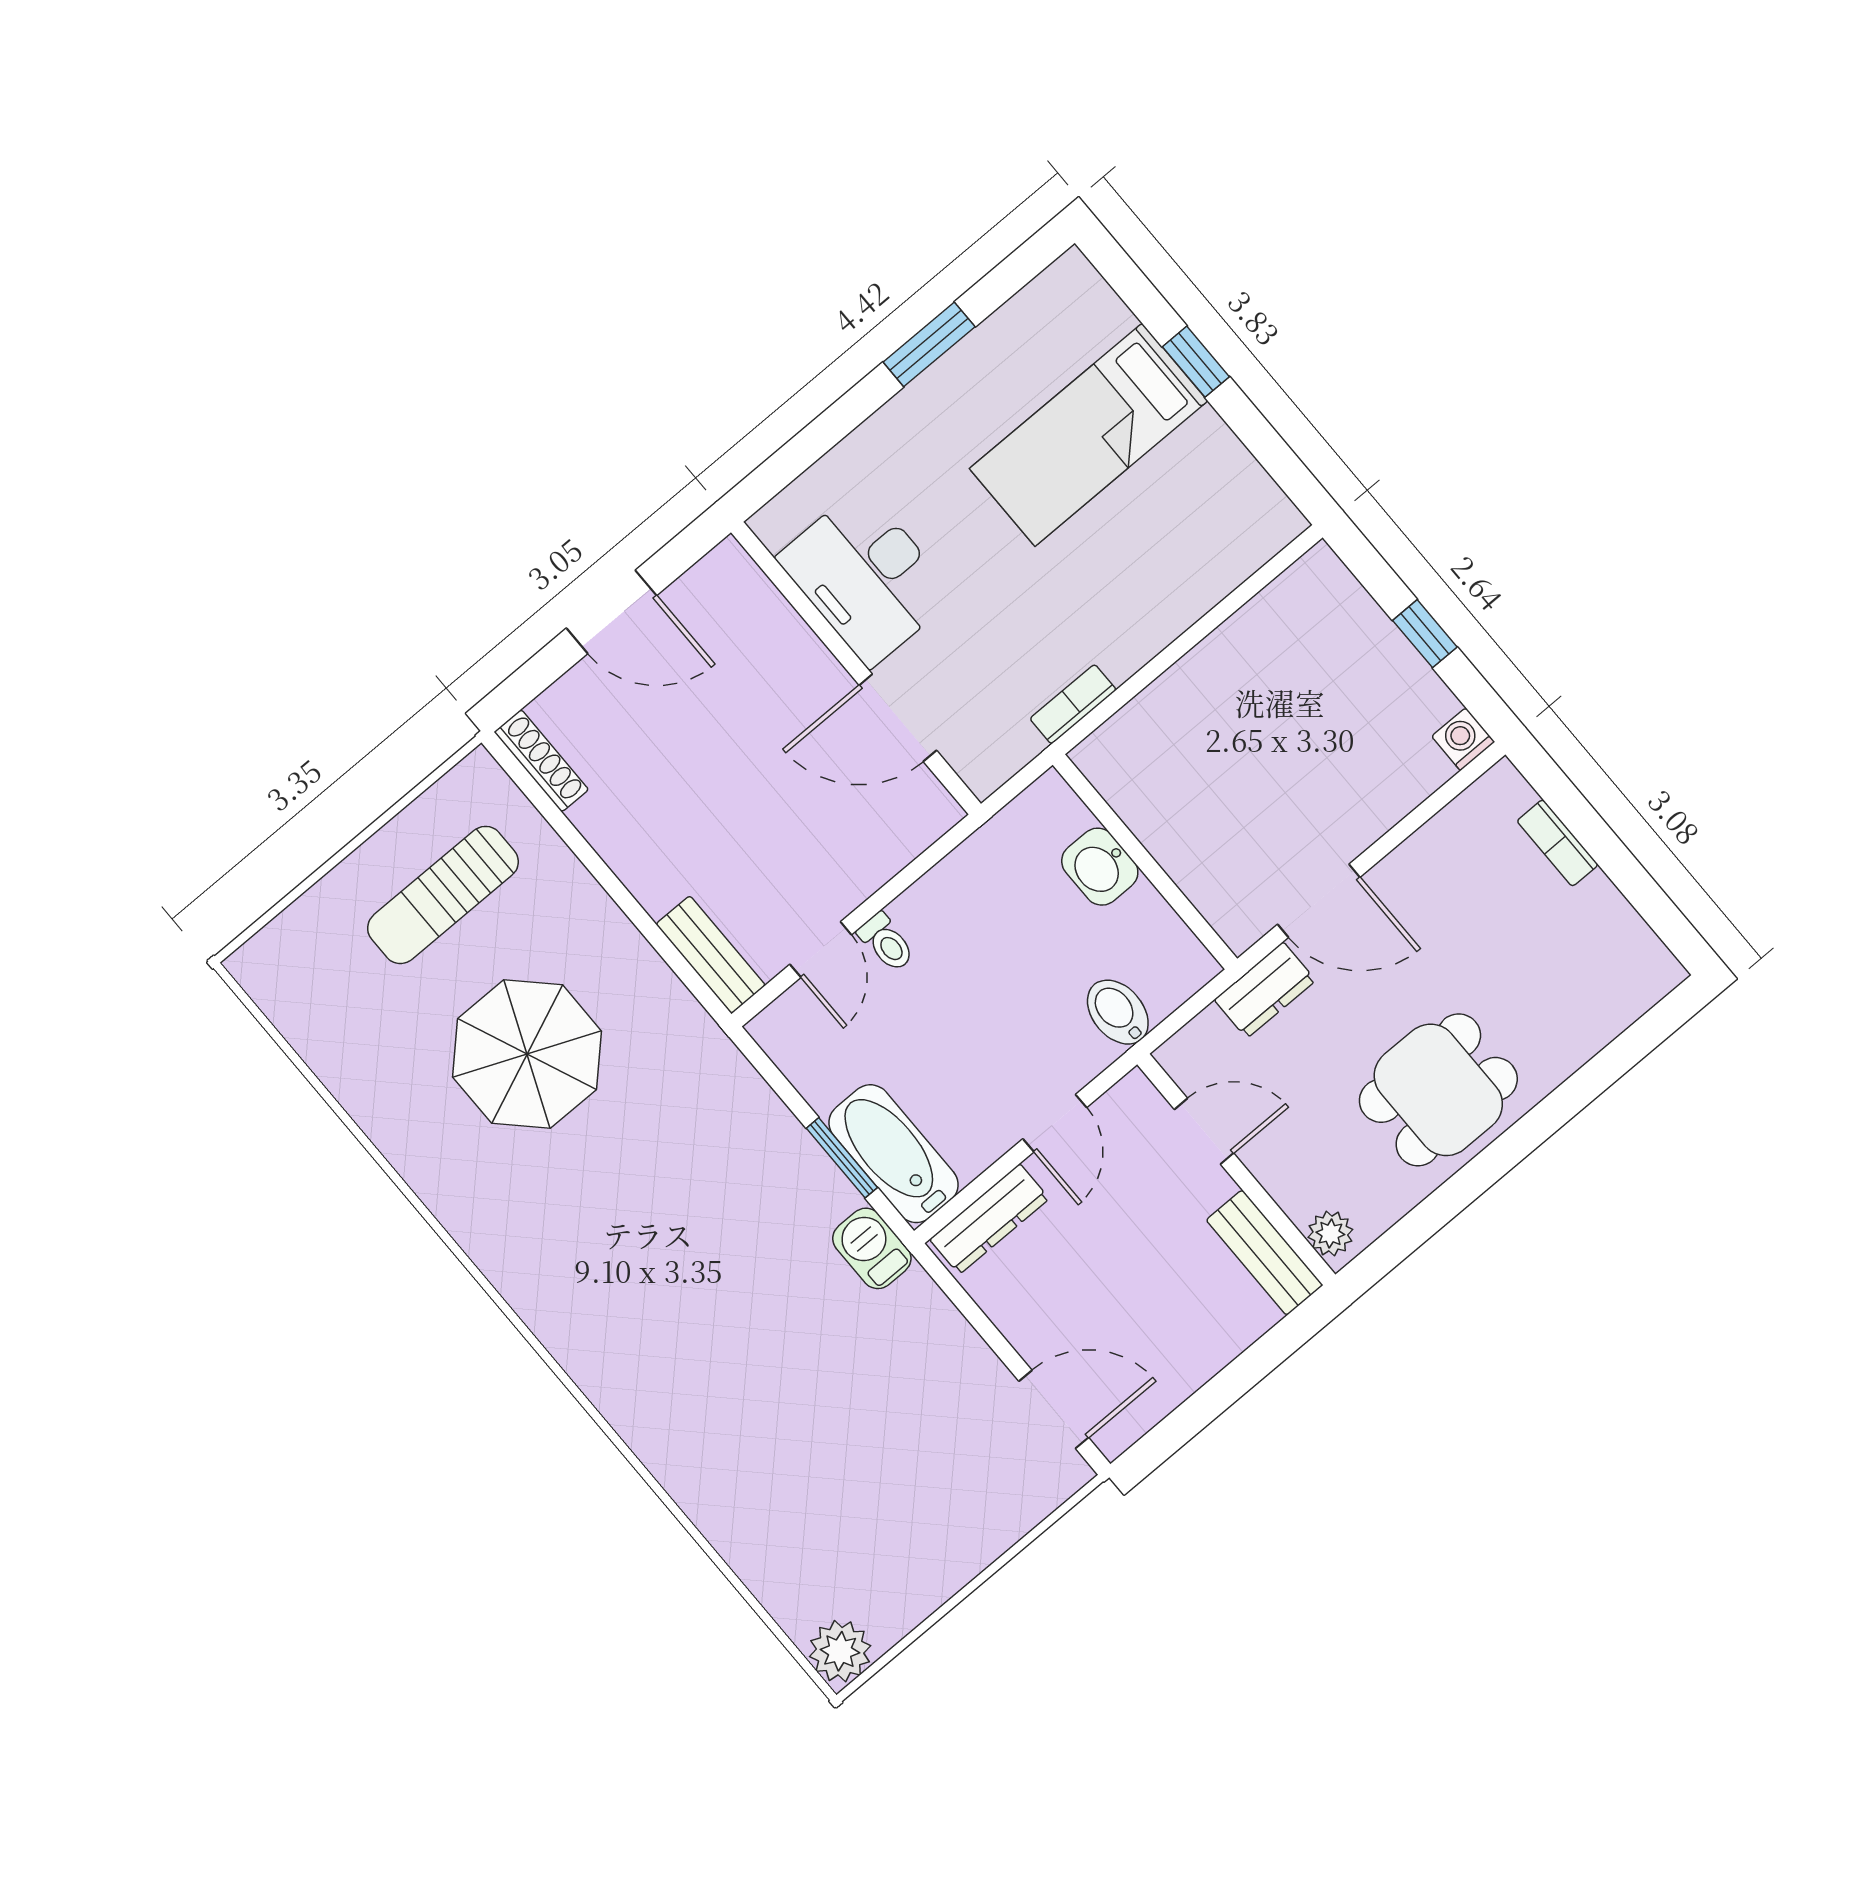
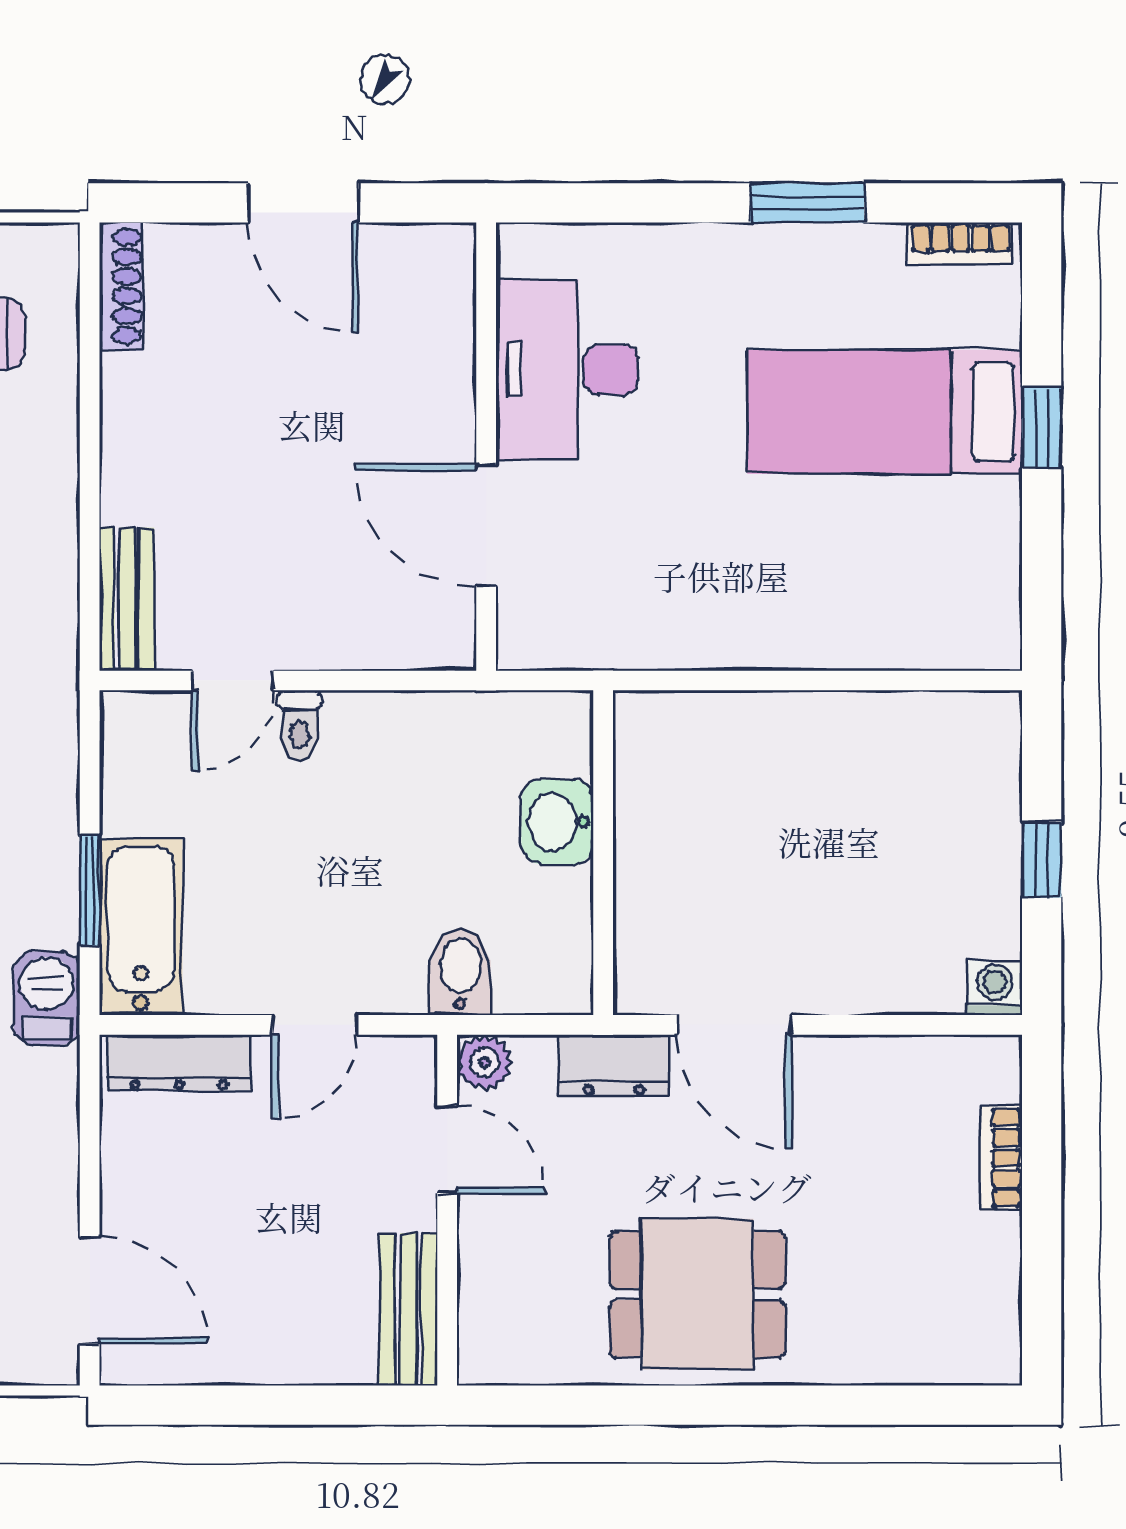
bookcase: (1073, 704) -> (960, 243), moved, turned 180
plant: (1330, 1233) -> (485, 1062), moved

